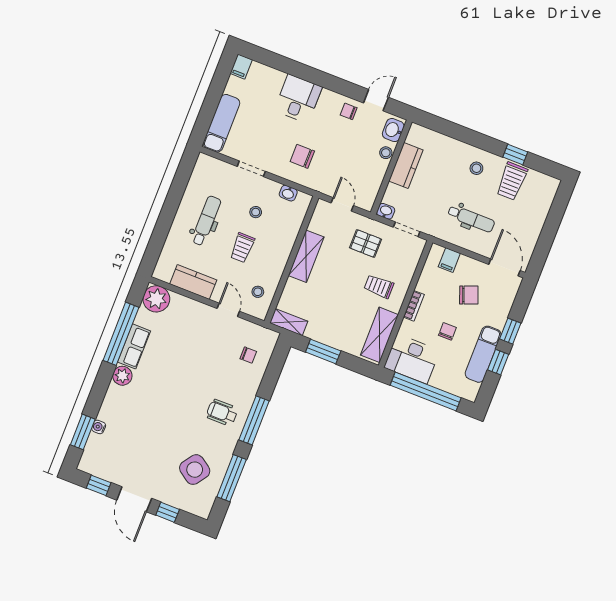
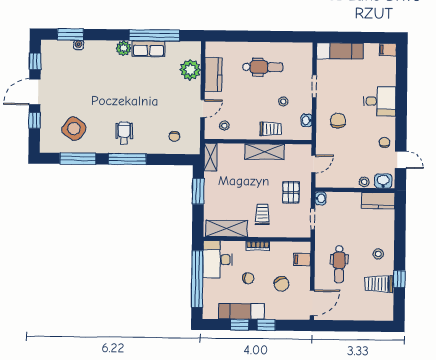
kitchen counter: (406, 165) -> (378, 201), moved
trolley: (242, 248) -> (271, 129), moved, turned 180
plant: (156, 299) -> (190, 70), moved

